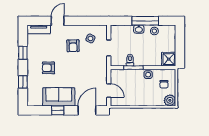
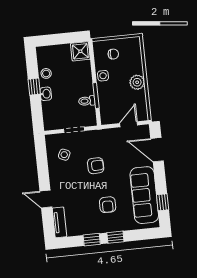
window: (145, 21) -> (34, 87), width x0.46
armchair: (73, 46) -> (96, 166), moved
window: (23, 82) -> (115, 237), moved
sofa: (59, 97) -> (144, 195), width x1.36
plant: (170, 100) -> (137, 82), moved
window: (58, 110) -> (163, 202), moved

